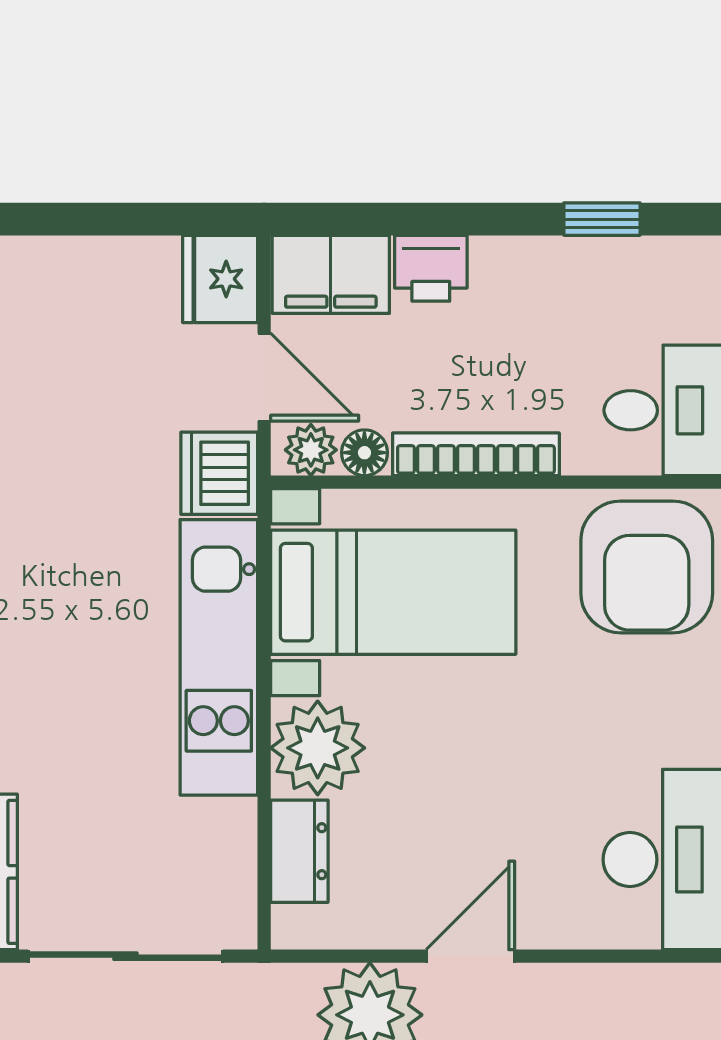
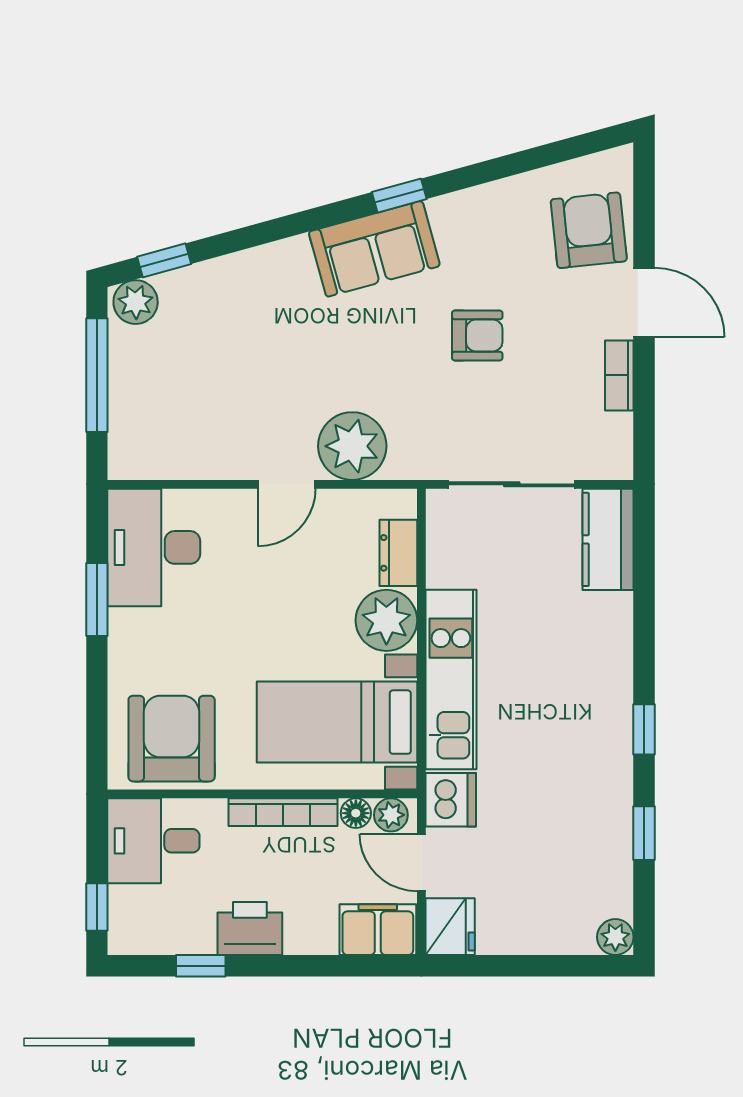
printer: (431, 268) -> (250, 928), moved, width x1.36, depth x1.24

